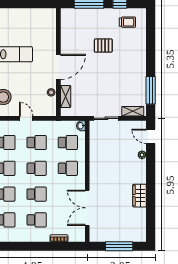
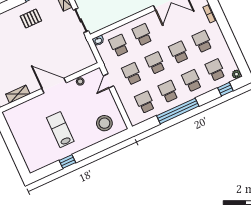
pallet: (103, 46) -> (31, 18), moved, turned 90
shelving: (66, 96) -> (18, 94), moved
door: (26, 118) -> (109, 81), moved

